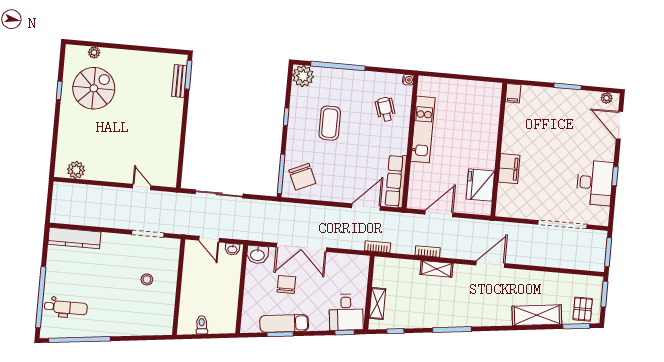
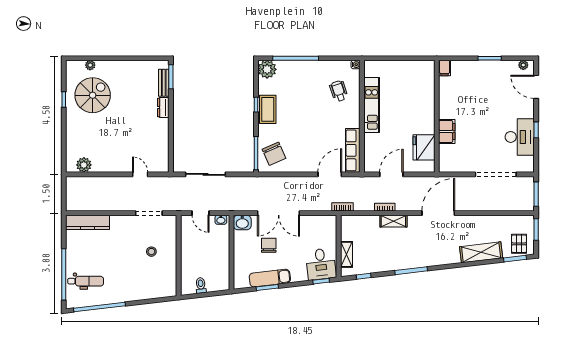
dresser: (176, 110) -> (163, 108), added
coffee table: (330, 123) -> (268, 109), moved
door: (490, 264) -> (438, 213), width x1.36

